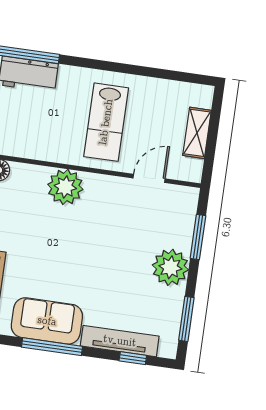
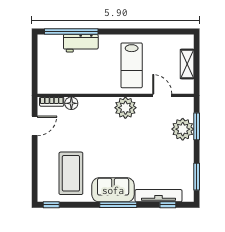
door: (149, 178) -> (162, 95), hinge flipped
plant: (65, 187) -> (125, 108), moved
plant: (170, 267) -> (183, 129), moved

